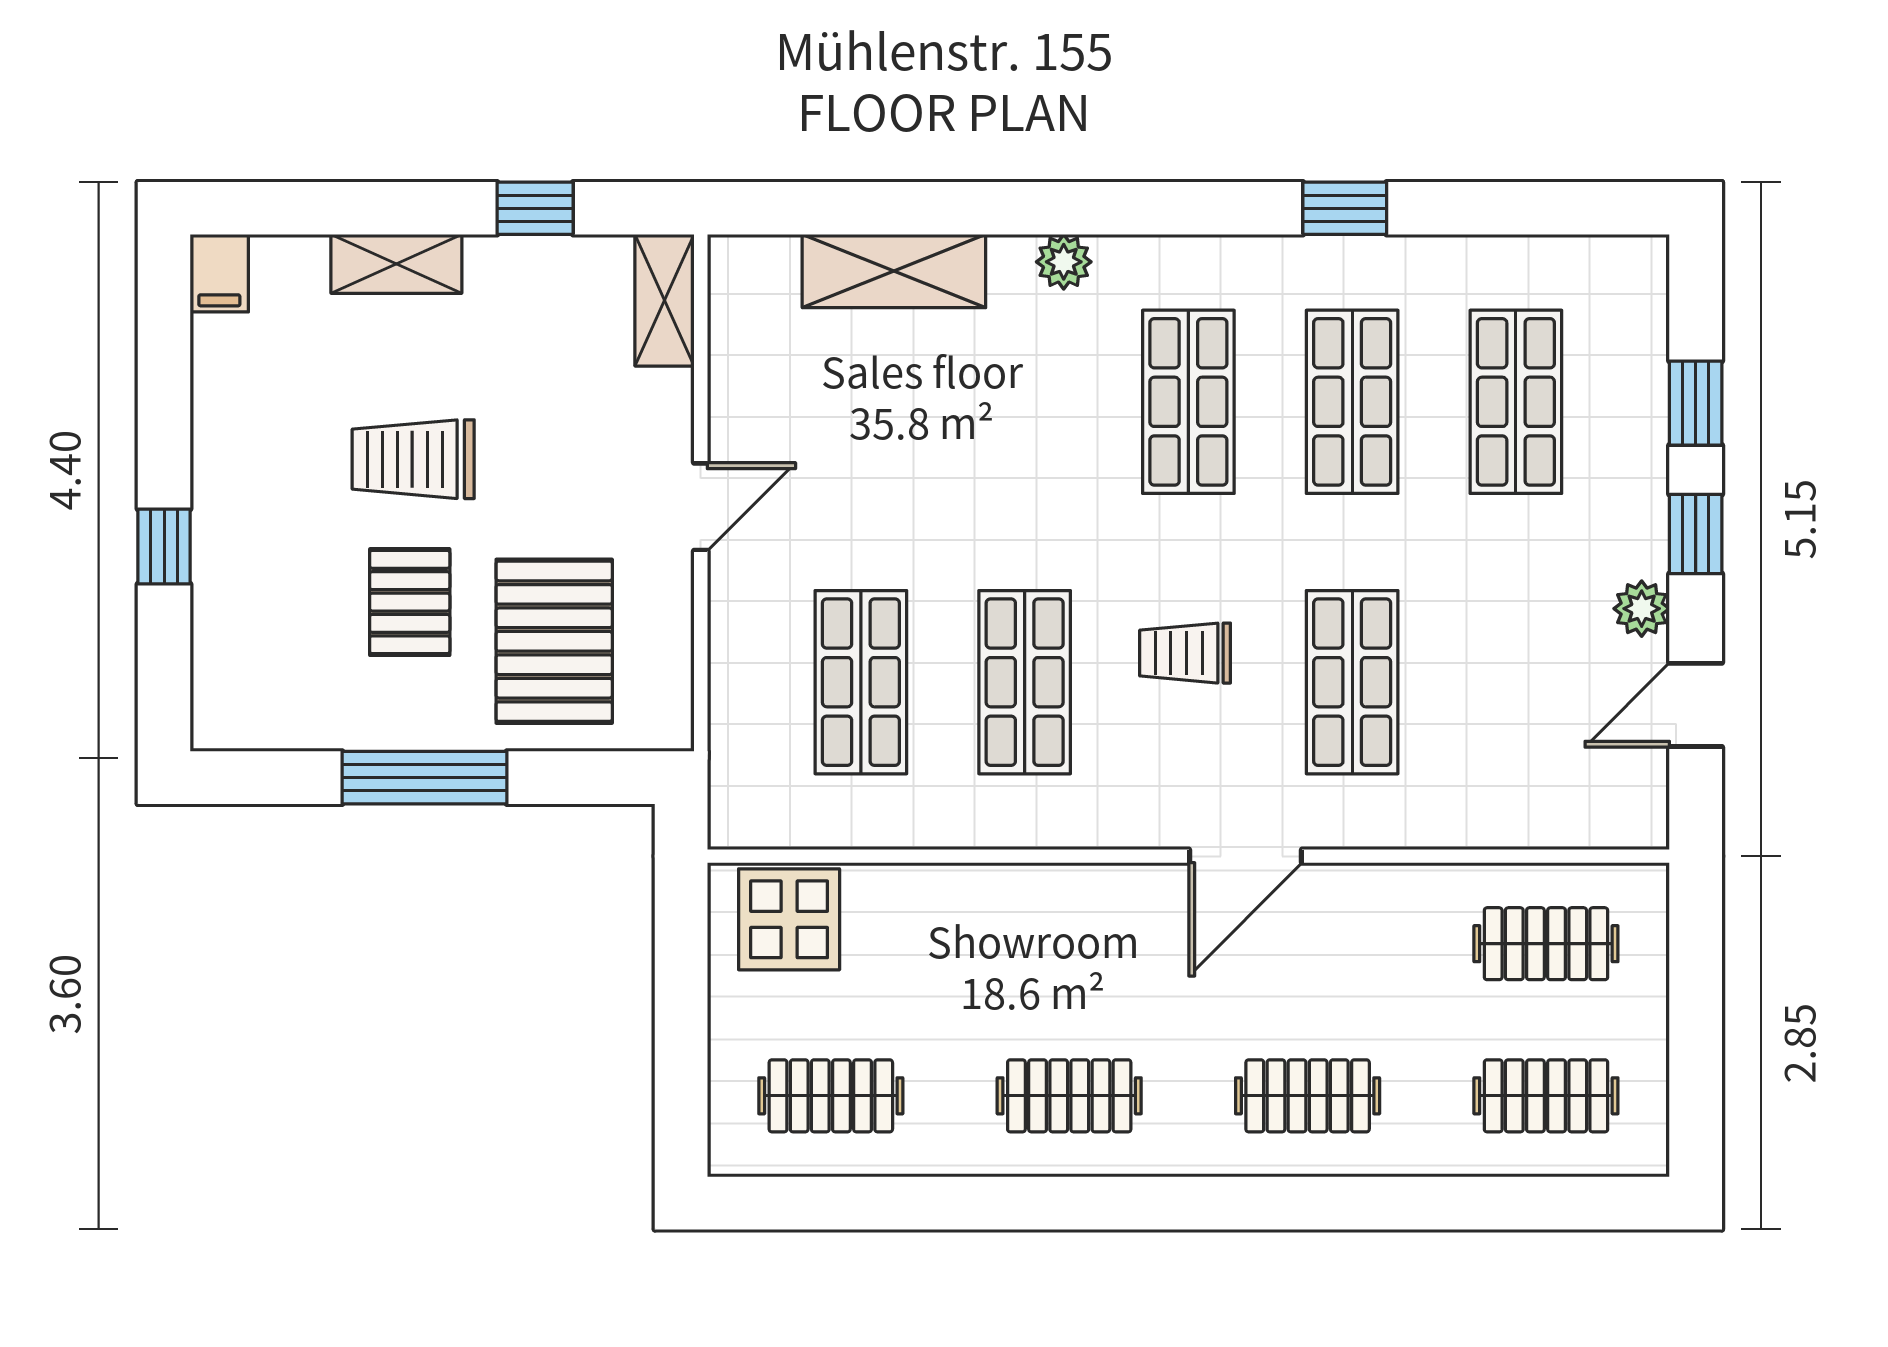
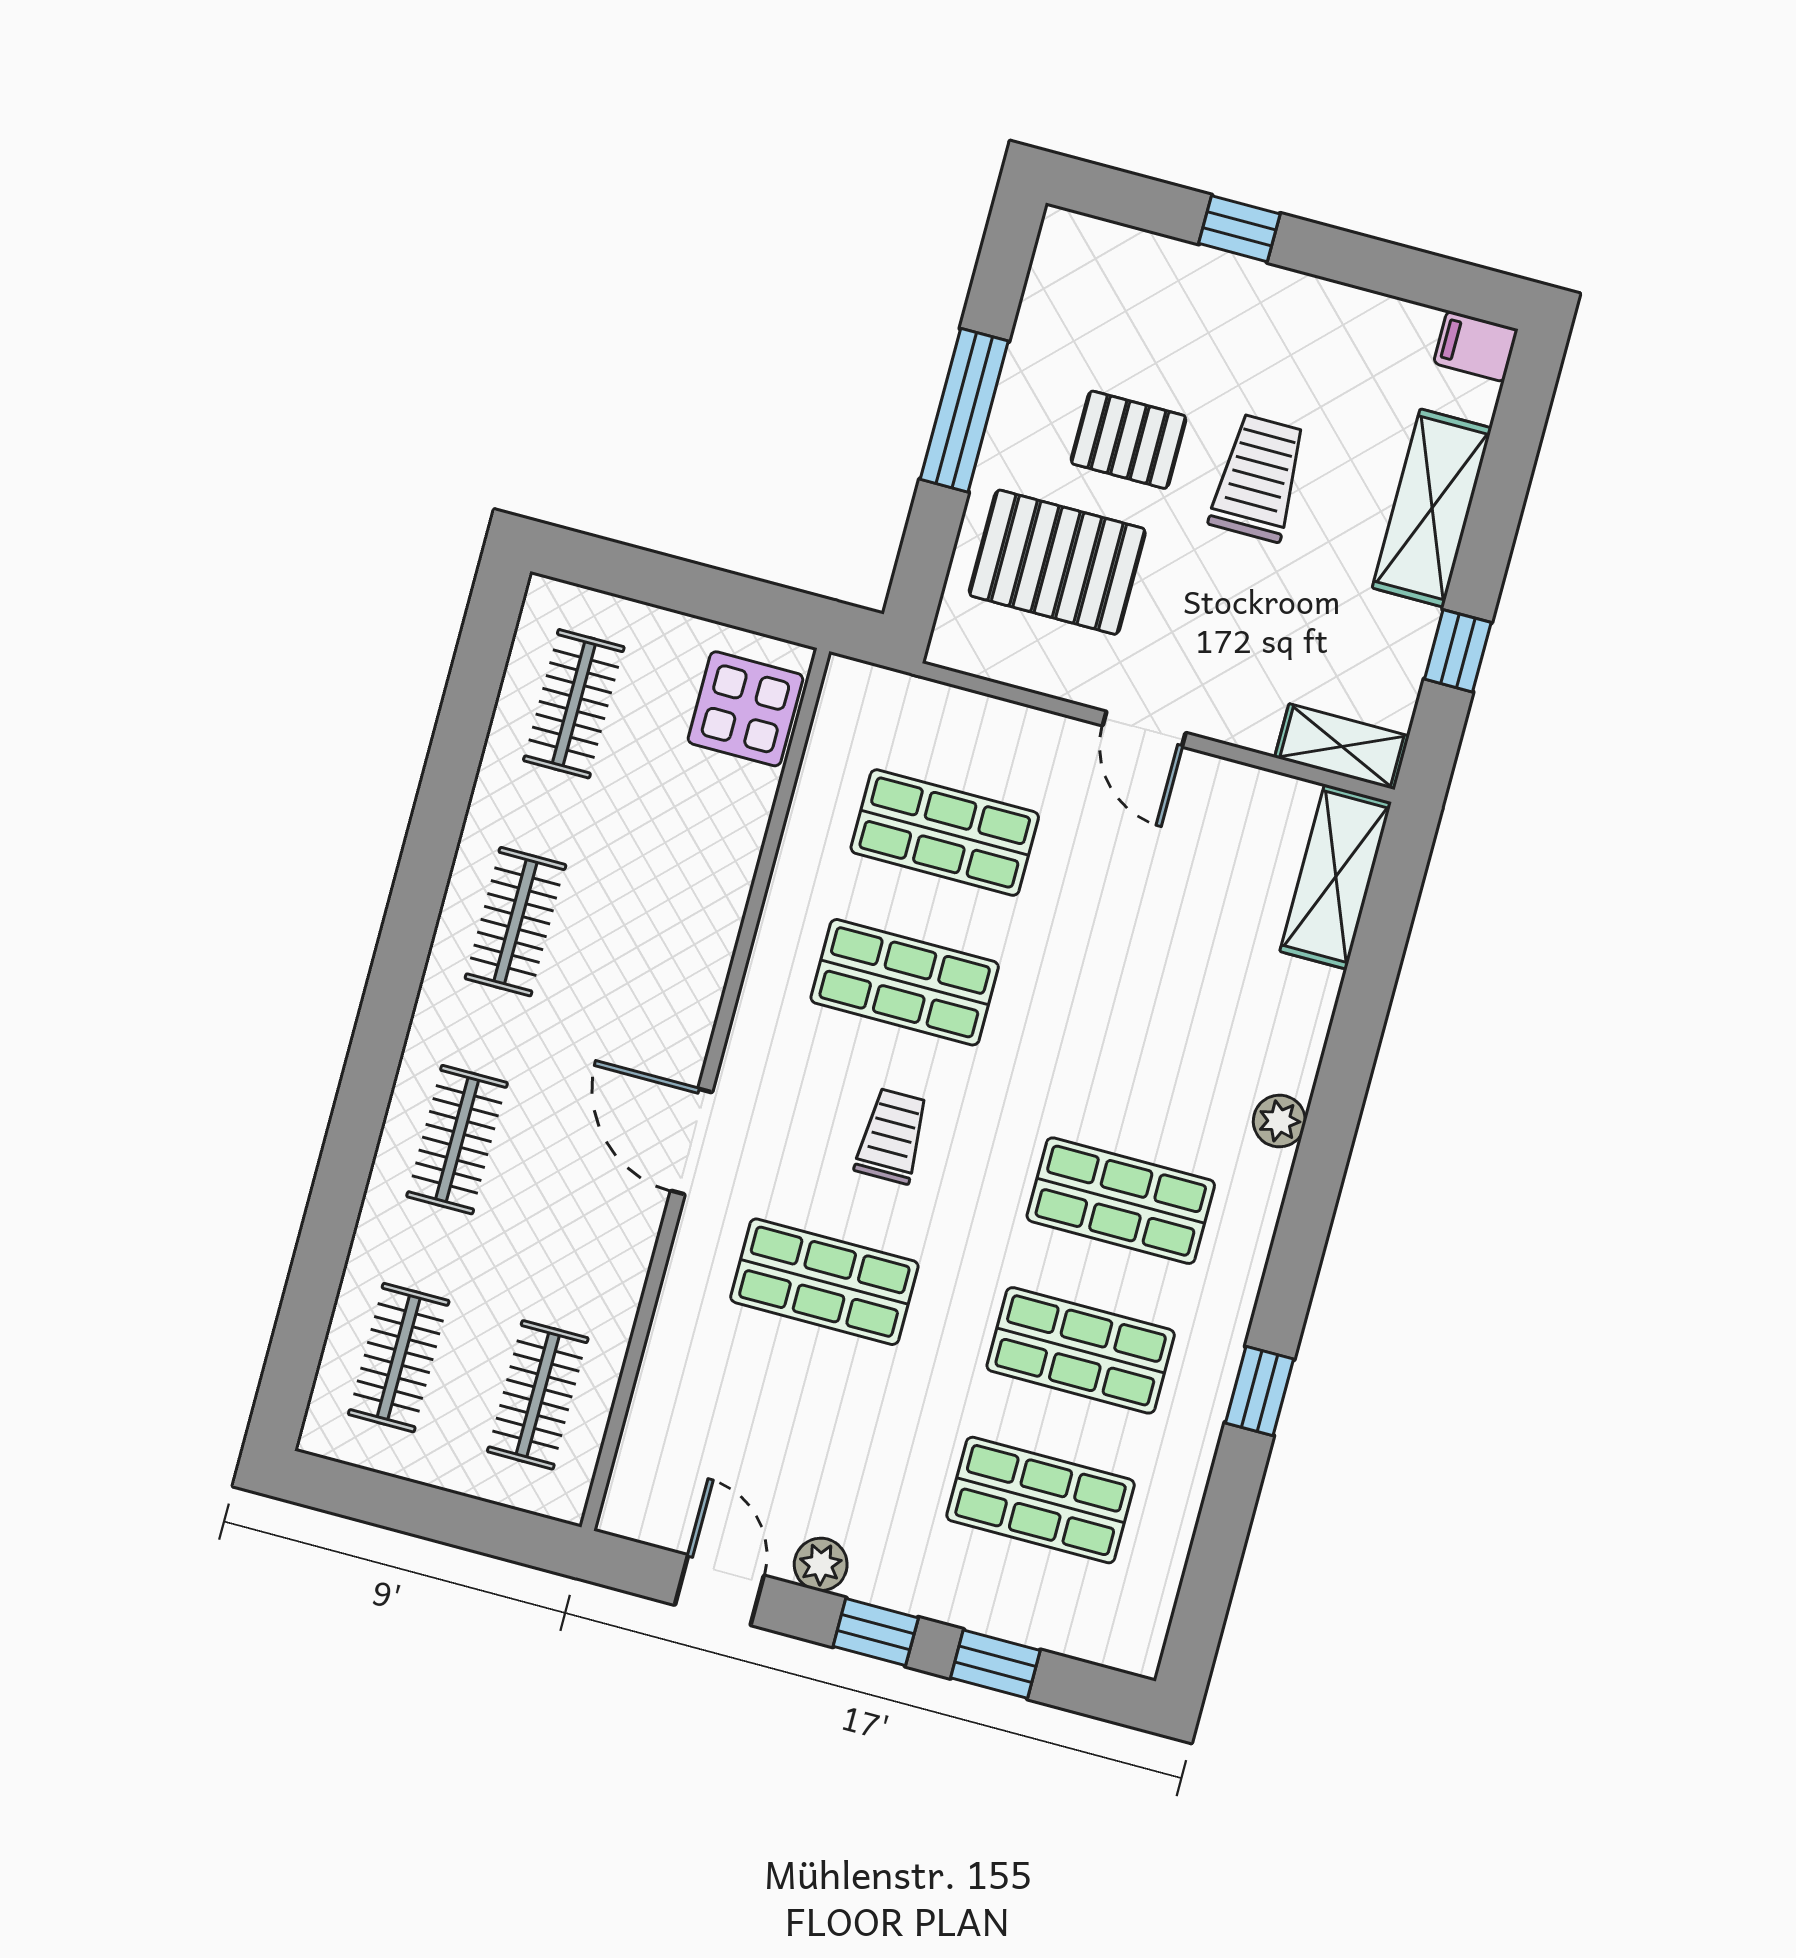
shelving: (396, 264) -> (1432, 508), width x1.50, depth x1.33
shelving: (894, 271) -> (1336, 877), moved

